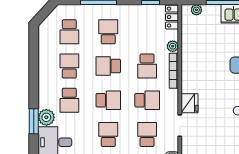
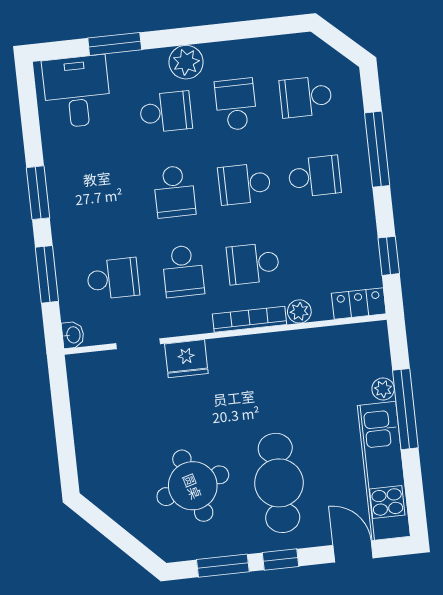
plant: (196, 10) -> (383, 389), moved
school desk: (69, 66) -> (236, 104), turned -90
school desk: (108, 66) -> (244, 184), turned -90
school desk: (69, 100) -> (166, 112), turned 180
plant: (46, 117) -> (186, 62), moved
school desk: (108, 134) -> (104, 199), removed

